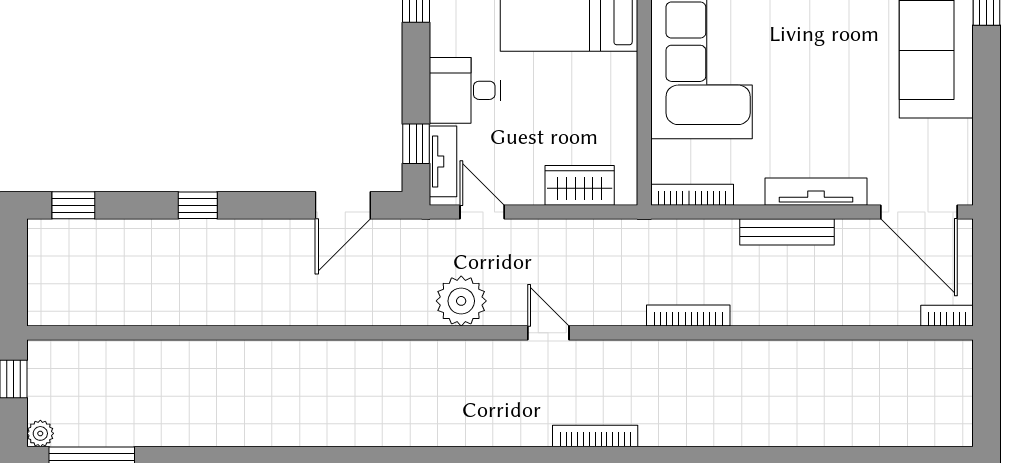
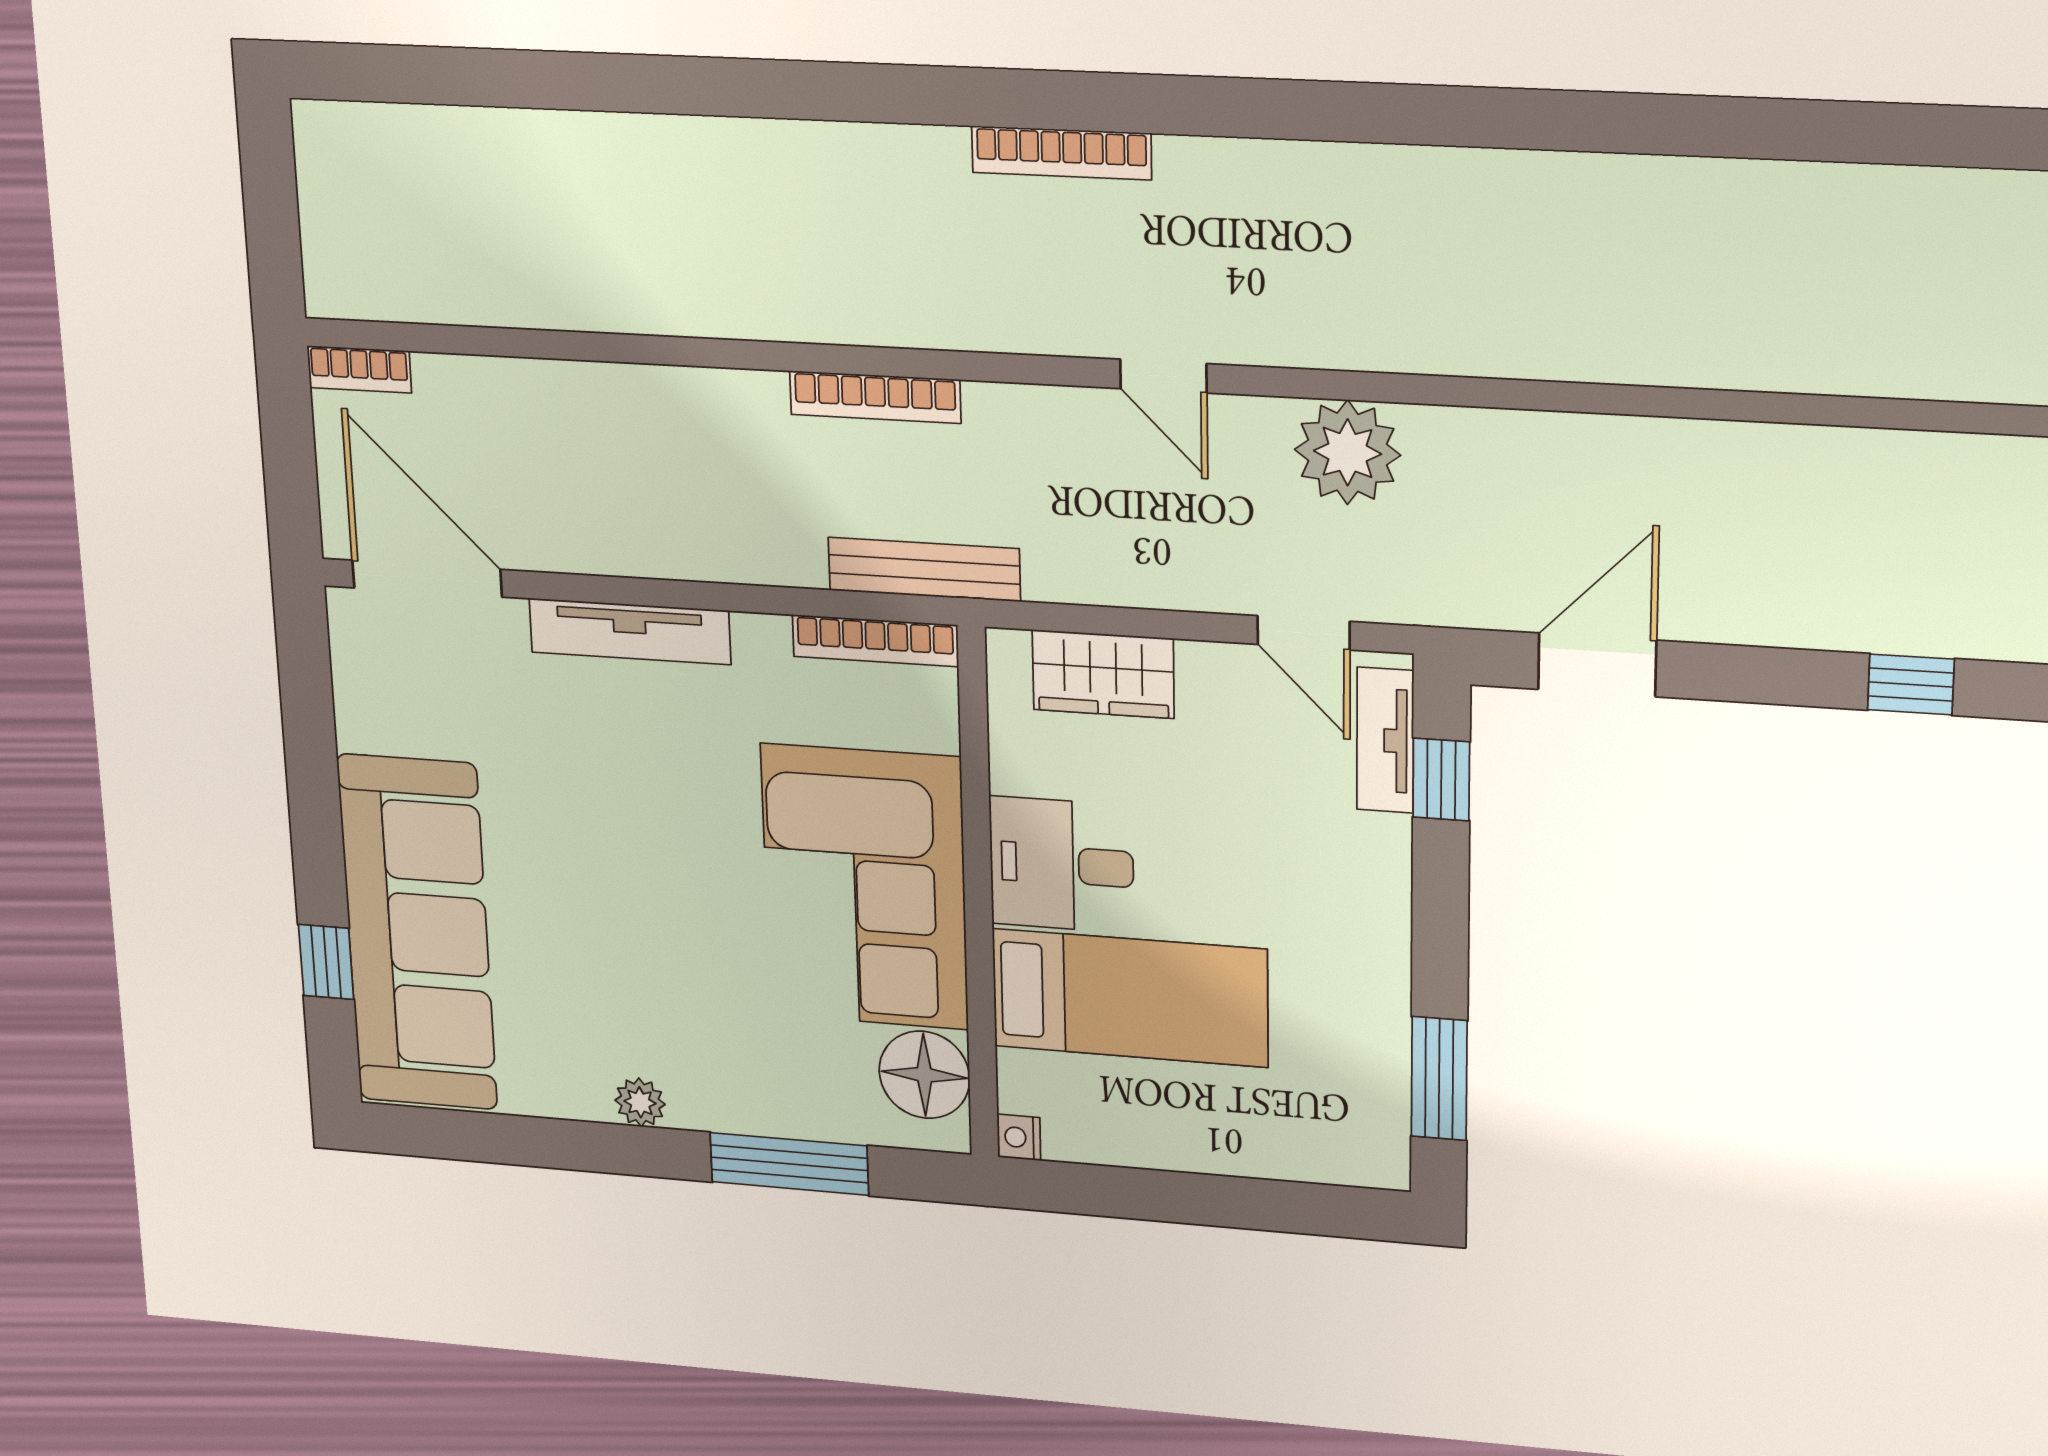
desk: (465, 90) -> (1062, 865), moved, turned 180
bench: (787, 232) -> (924, 569), moved

